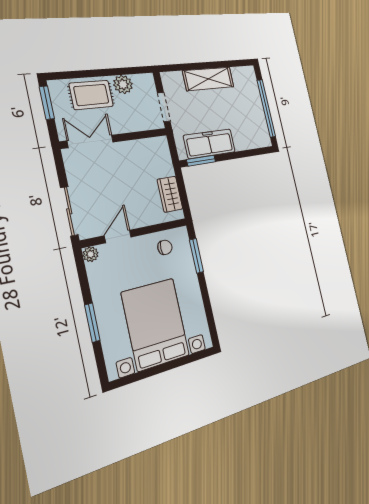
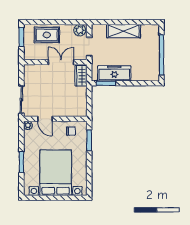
plant: (123, 84) -> (80, 30), moved
double door: (90, 141) -> (61, 62), moved
wardrobe: (170, 194) -> (81, 76), moved
door: (118, 236) -> (45, 119), swing flipped

